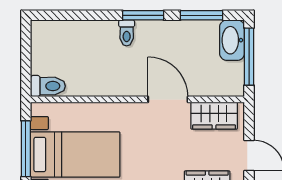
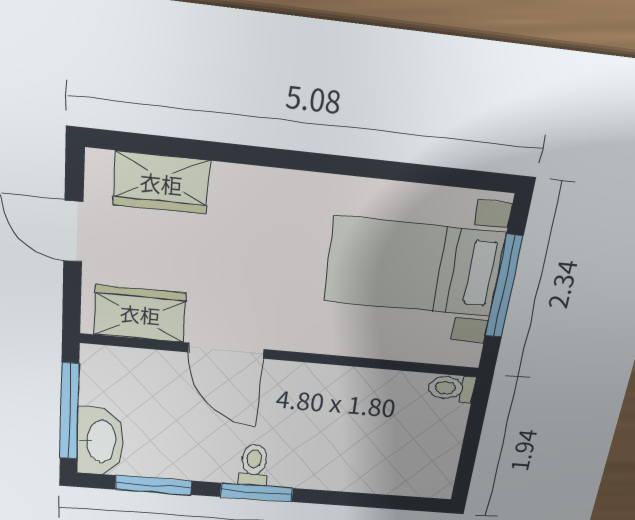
toilet: (127, 33) -> (254, 465), moved
toilet: (48, 86) -> (451, 388), width x0.73, depth x0.72

